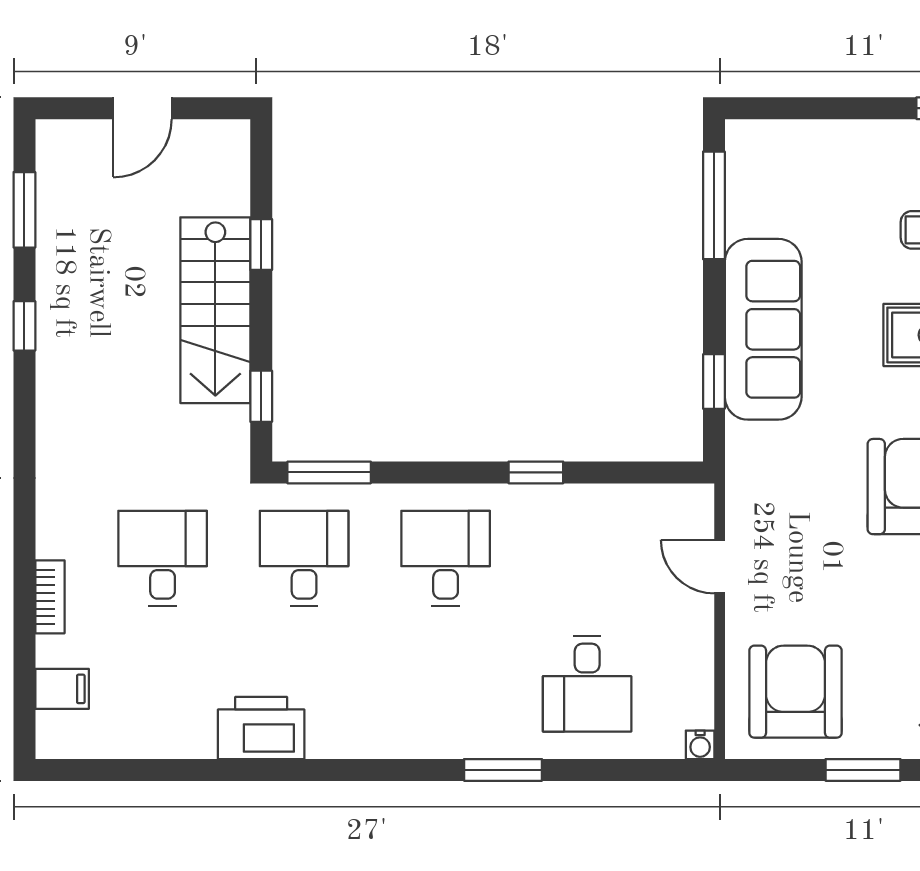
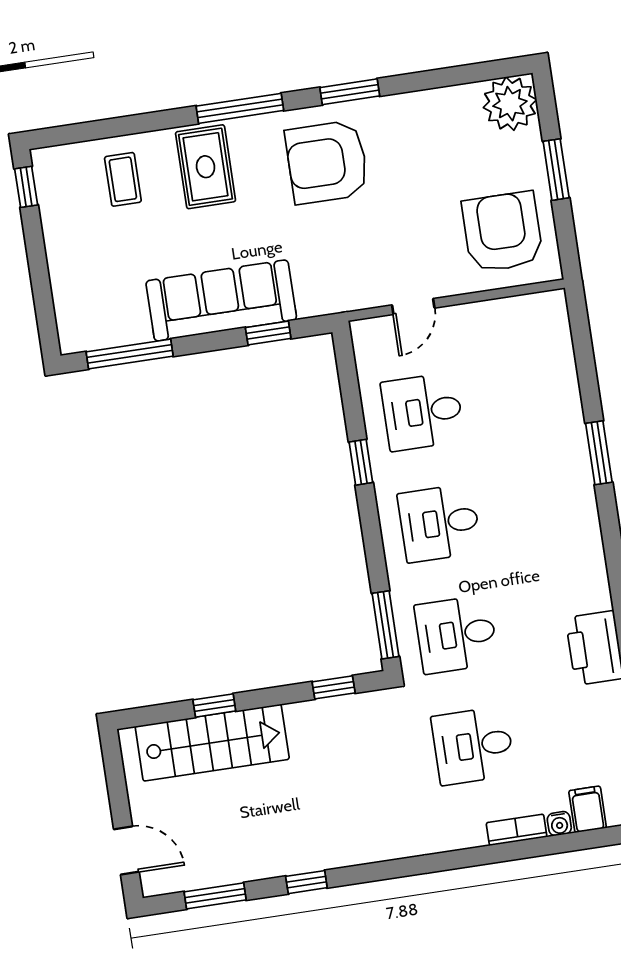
door: (142, 108) -> (126, 850), moved
stairs: (215, 310) -> (212, 743), moved
desk: (587, 684) -> (423, 412), moved, turned 180
armchair: (795, 692) -> (502, 232), turned 90
water cooler: (700, 745) -> (559, 824), moved, turned 90

